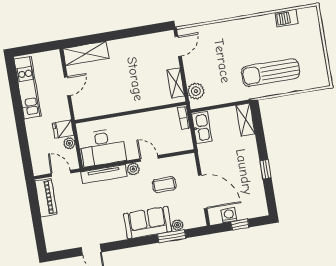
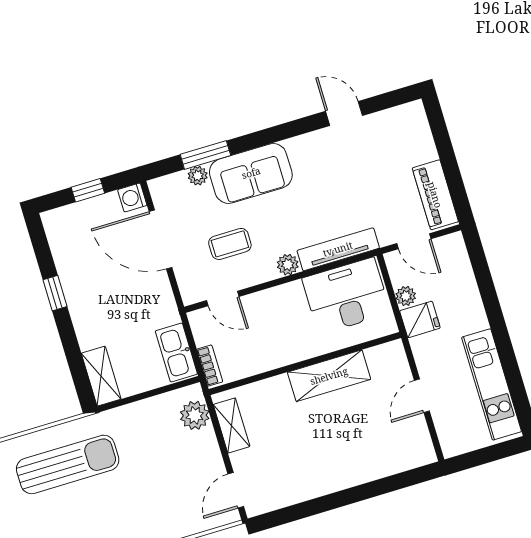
shelving: (86, 53) -> (329, 376), moved
door: (149, 158) -> (223, 298), moved
washing machine: (229, 215) -> (132, 197), moved, turned 90

